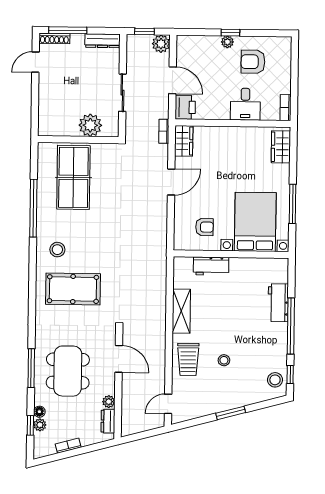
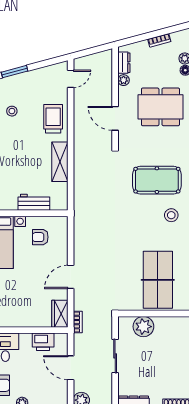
printer: (185, 107) -> (43, 342), moved, turned -90
stool: (224, 360) -> (12, 111), moved
dining table: (68, 371) -> (160, 107), turned 90

